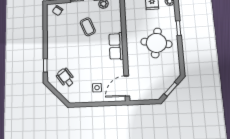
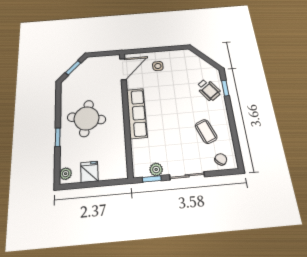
coffee table: (88, 27) -> (206, 131), moved
row of seats: (116, 46) -> (137, 113), width x1.48
wheelchair: (65, 78) -> (209, 90), moved

